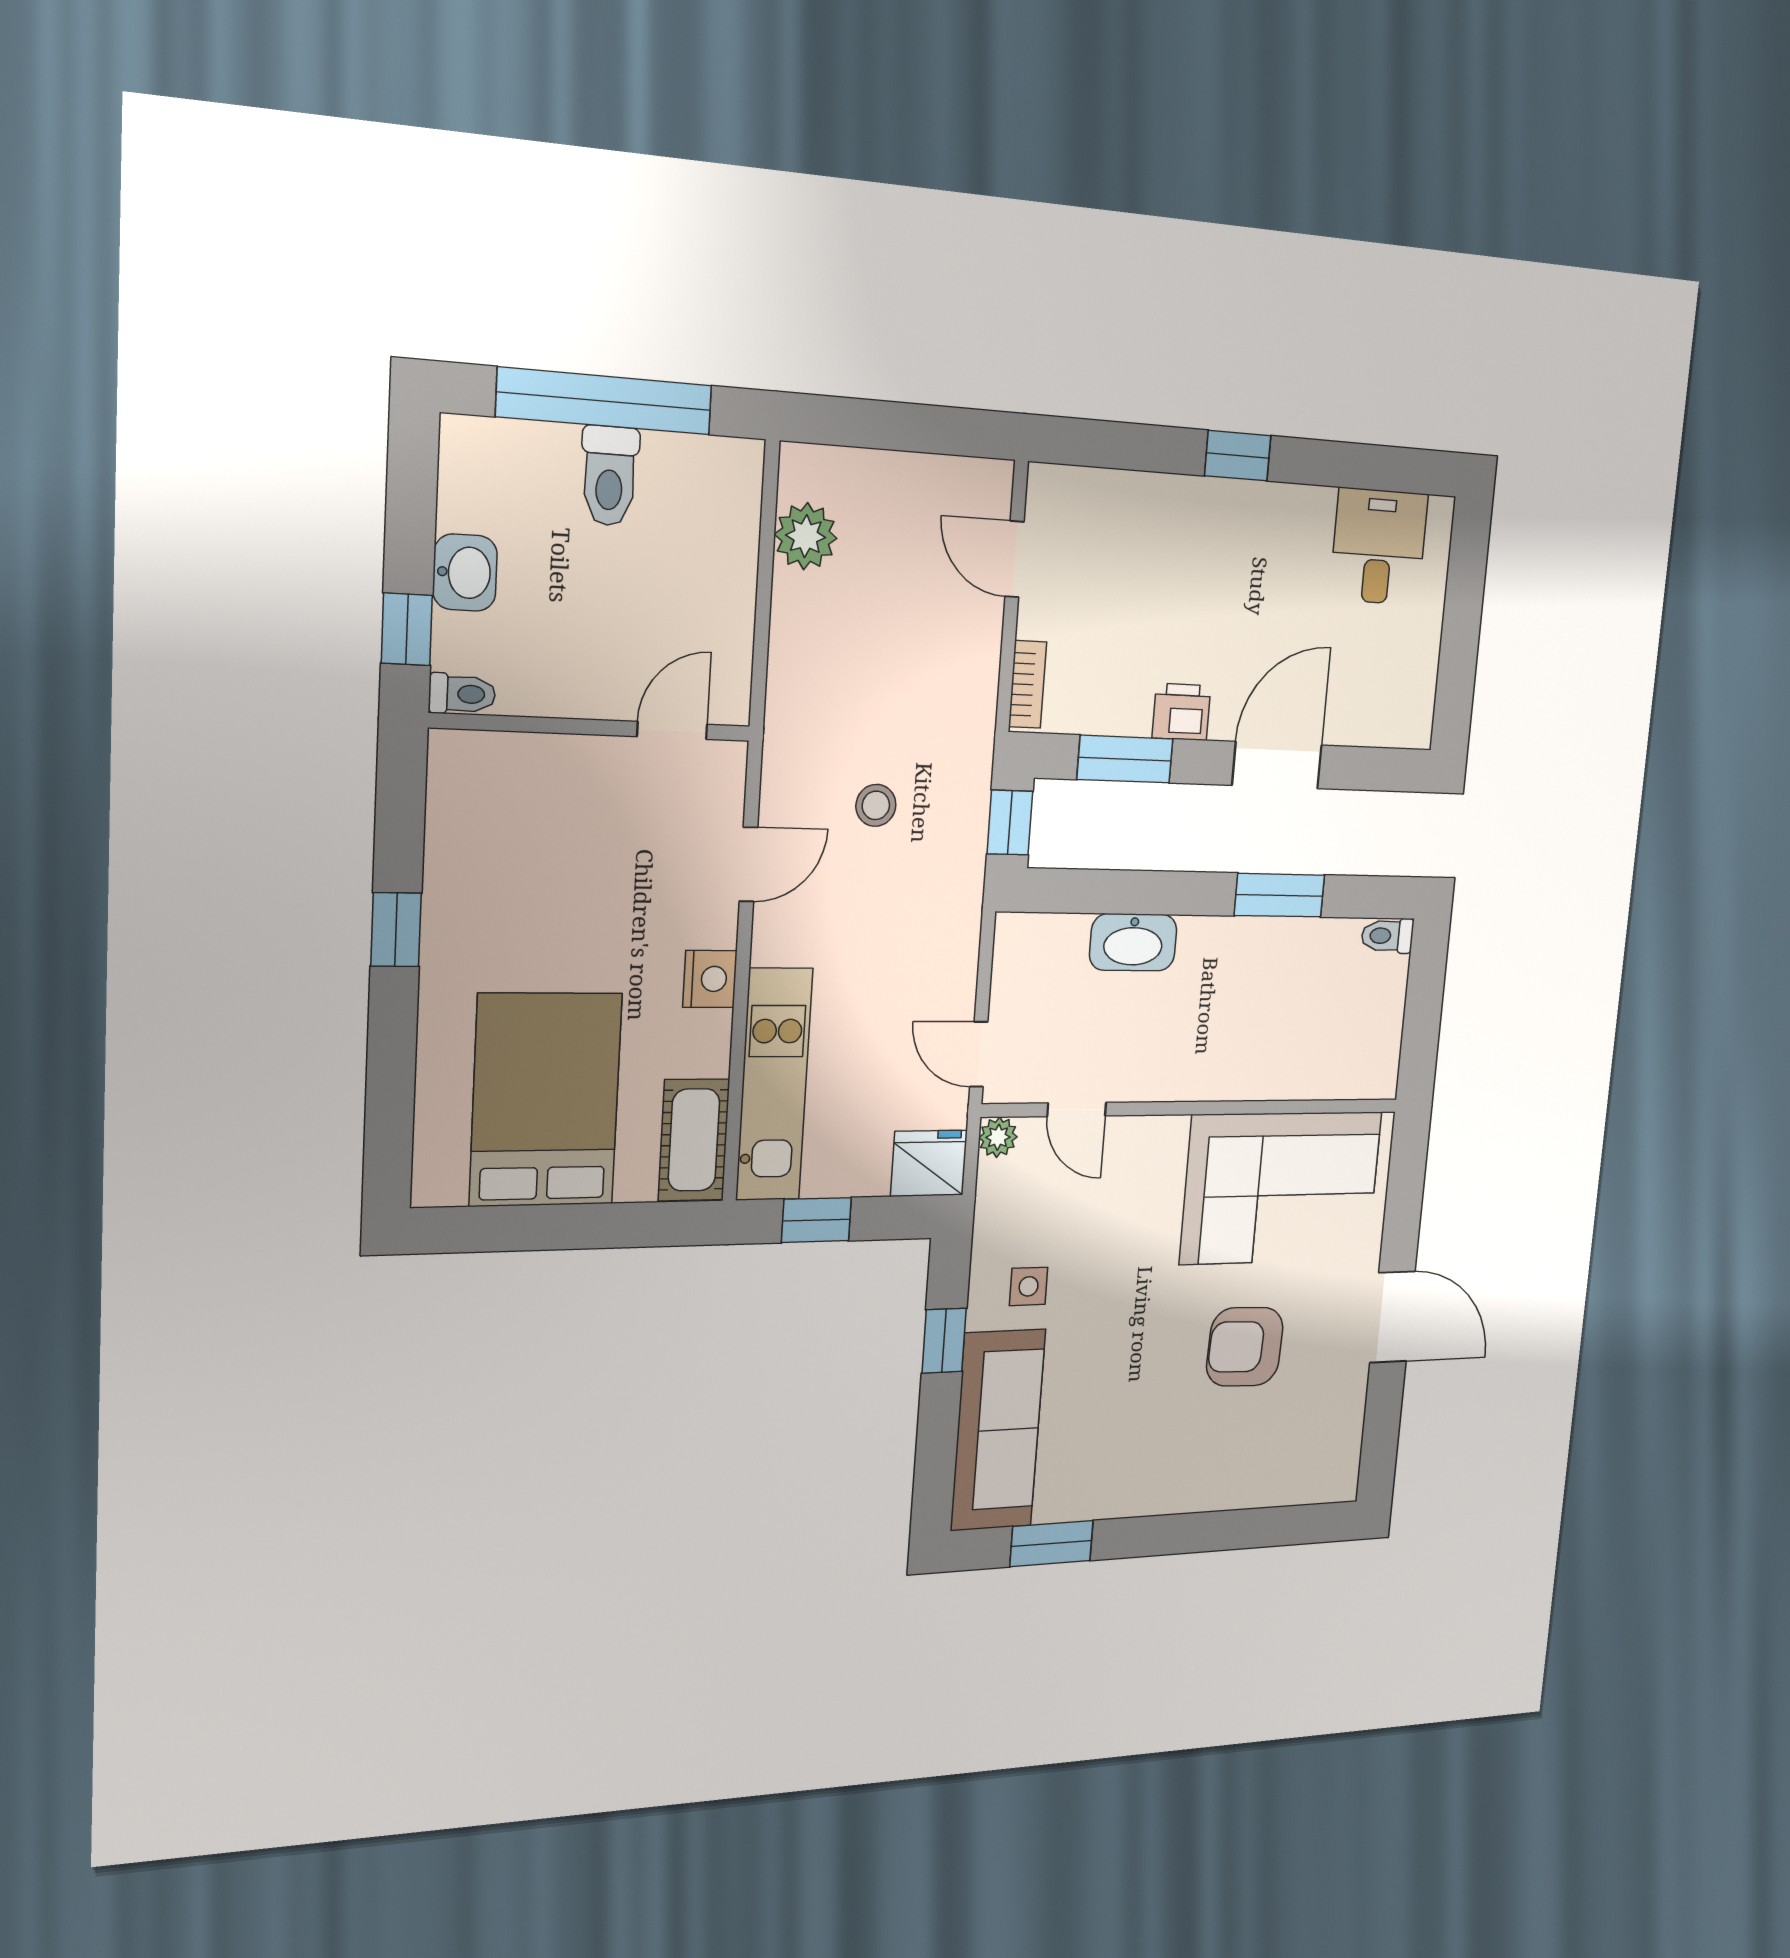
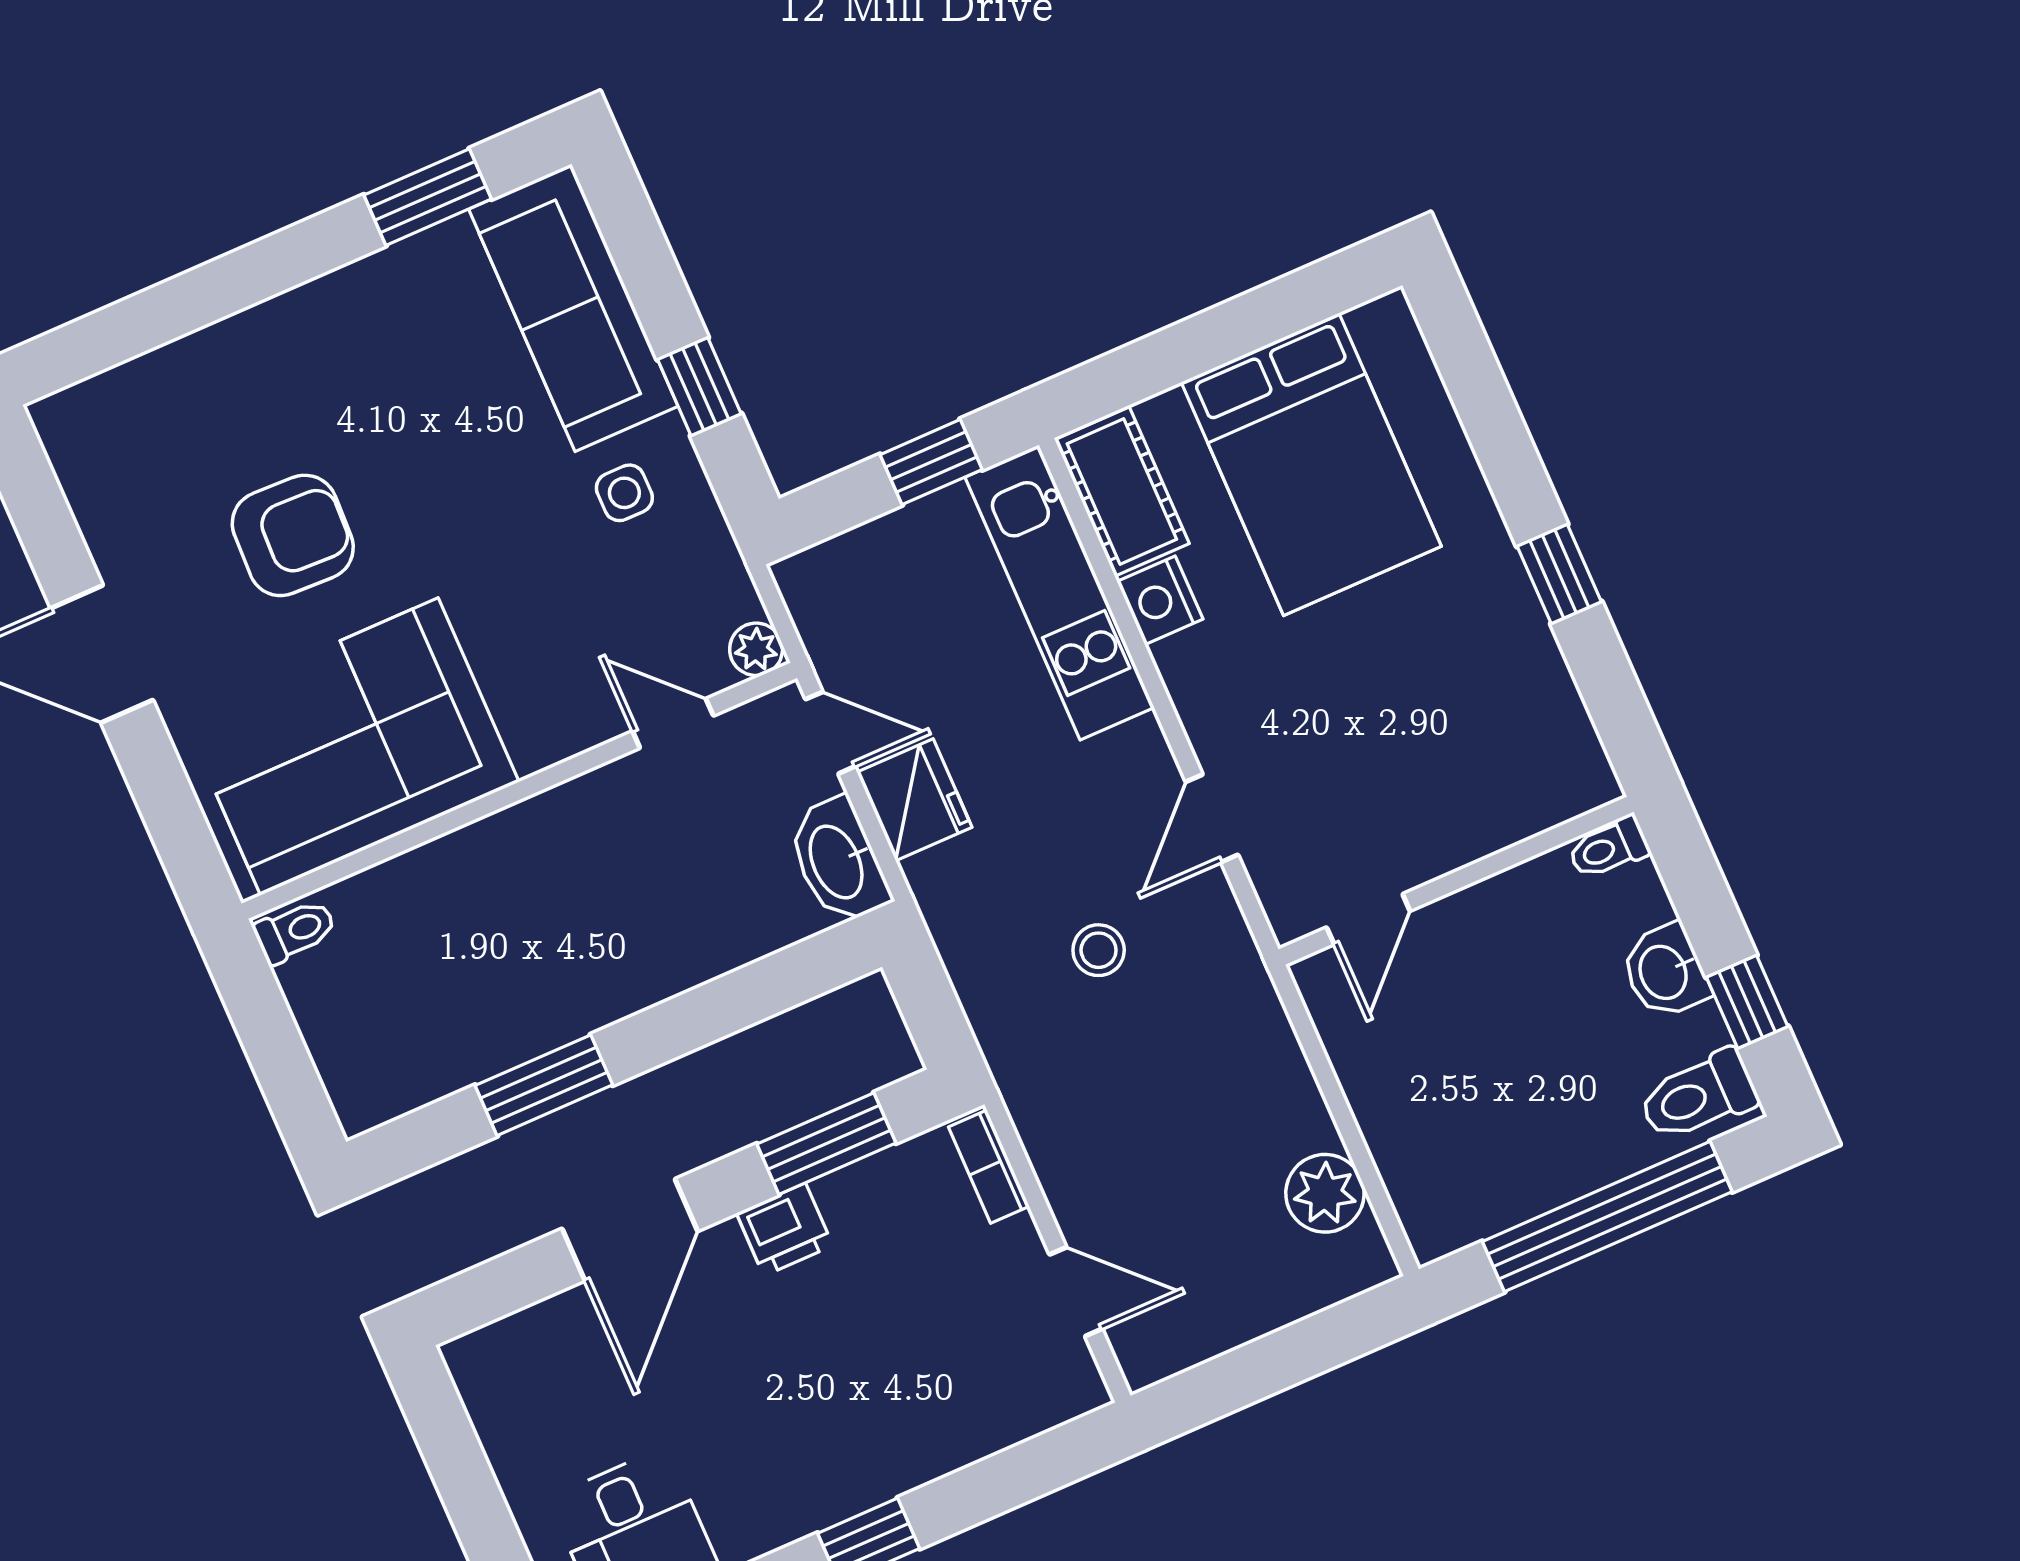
toilet: (609, 476) -> (1698, 1096), moved, turned -90
window: (407, 629) -> (1747, 1002), moved
window: (1010, 823) -> (930, 1007), removed
toilet: (1387, 936) -> (295, 931), moved
washbasin: (1133, 942) -> (838, 861), moved, turned -90
nightstand: (710, 979) -> (1160, 600), moved
fridge: (929, 1163) -> (914, 800), moved, turned -90

